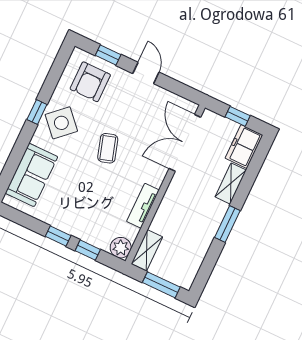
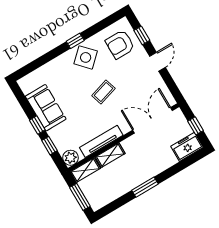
sofa: (31, 175) -> (46, 108), moved, turned -90
shelving: (231, 183) -> (110, 155), moved
tv unit: (143, 206) -> (101, 141), width x1.41

